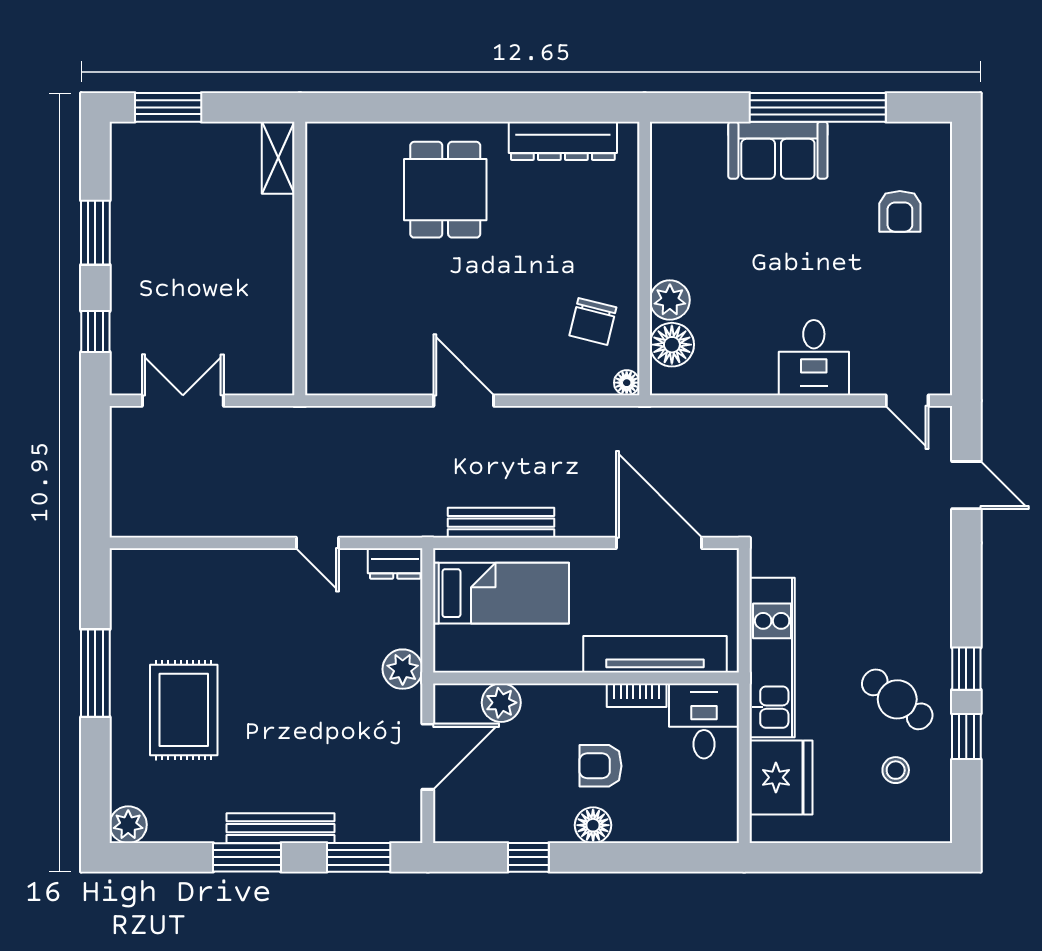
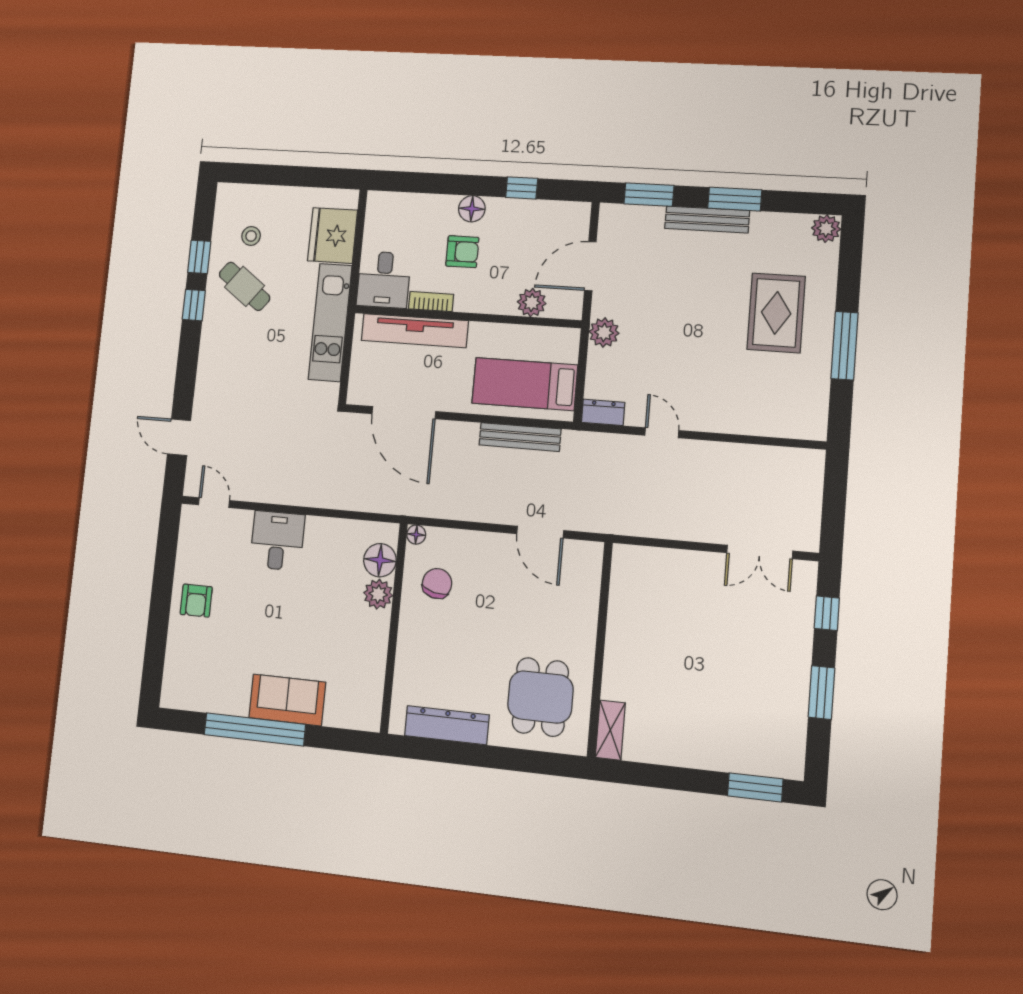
shelving: (278, 158) -> (610, 730), moved
armchair: (900, 211) -> (196, 601), moved, turned 180
wall: (300, 258) -> (600, 649), moved

